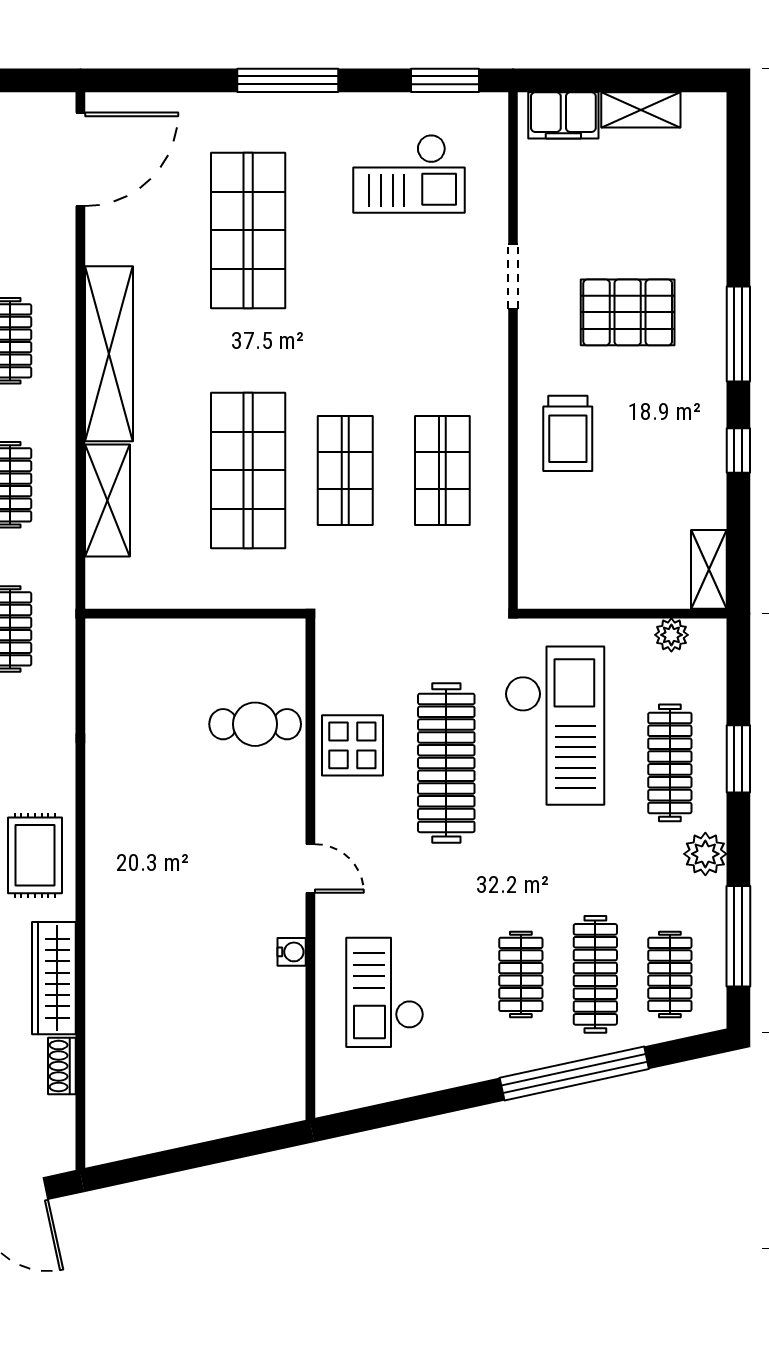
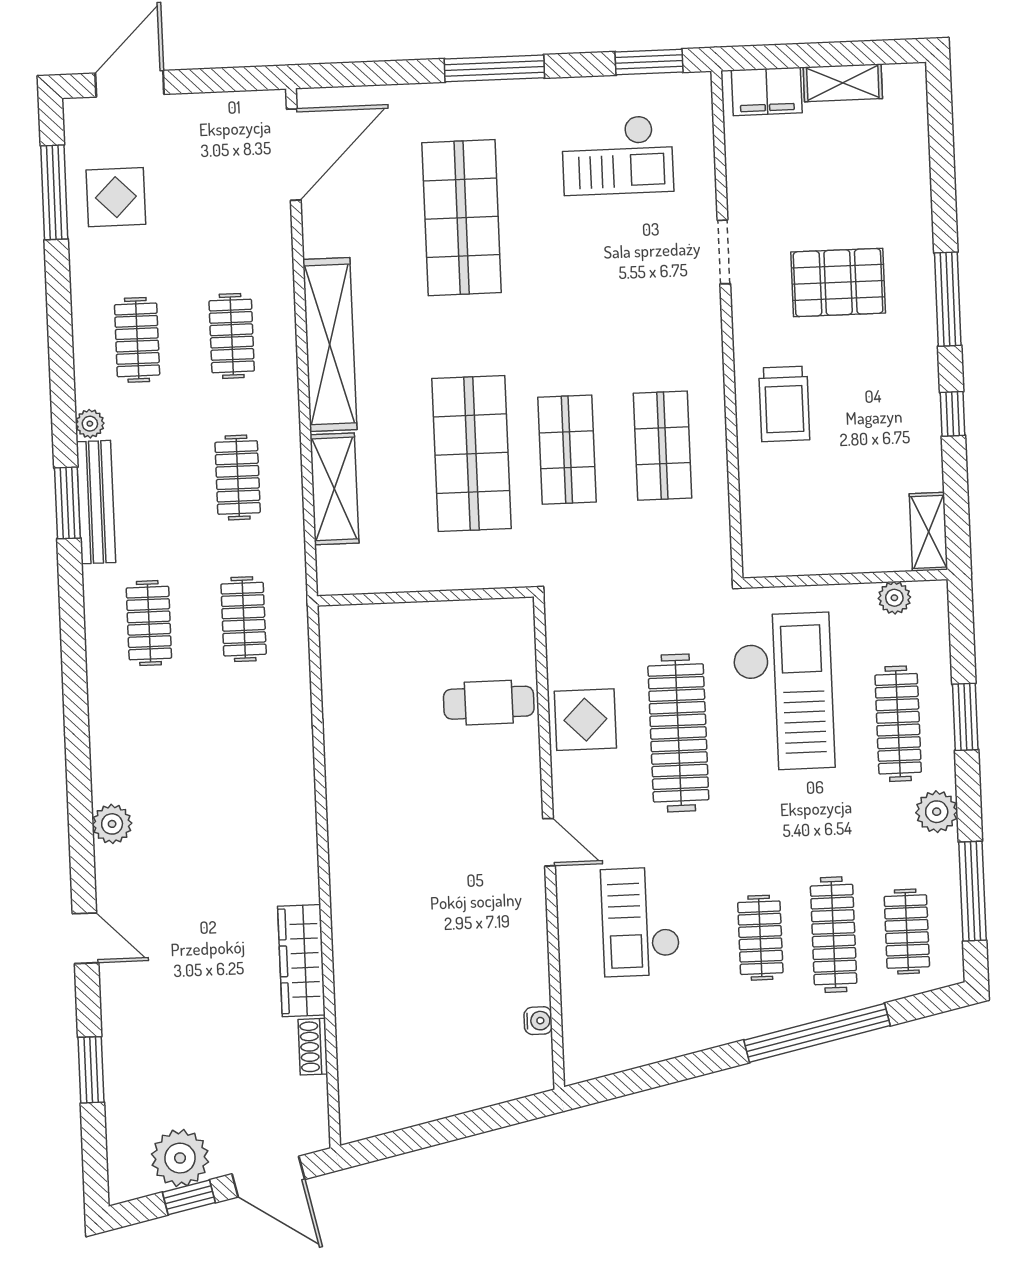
rug: (35, 855) -> (278, 841), removed
water cooler: (292, 952) -> (538, 1021), moved
checkout: (385, 992) -> (640, 922), moved

